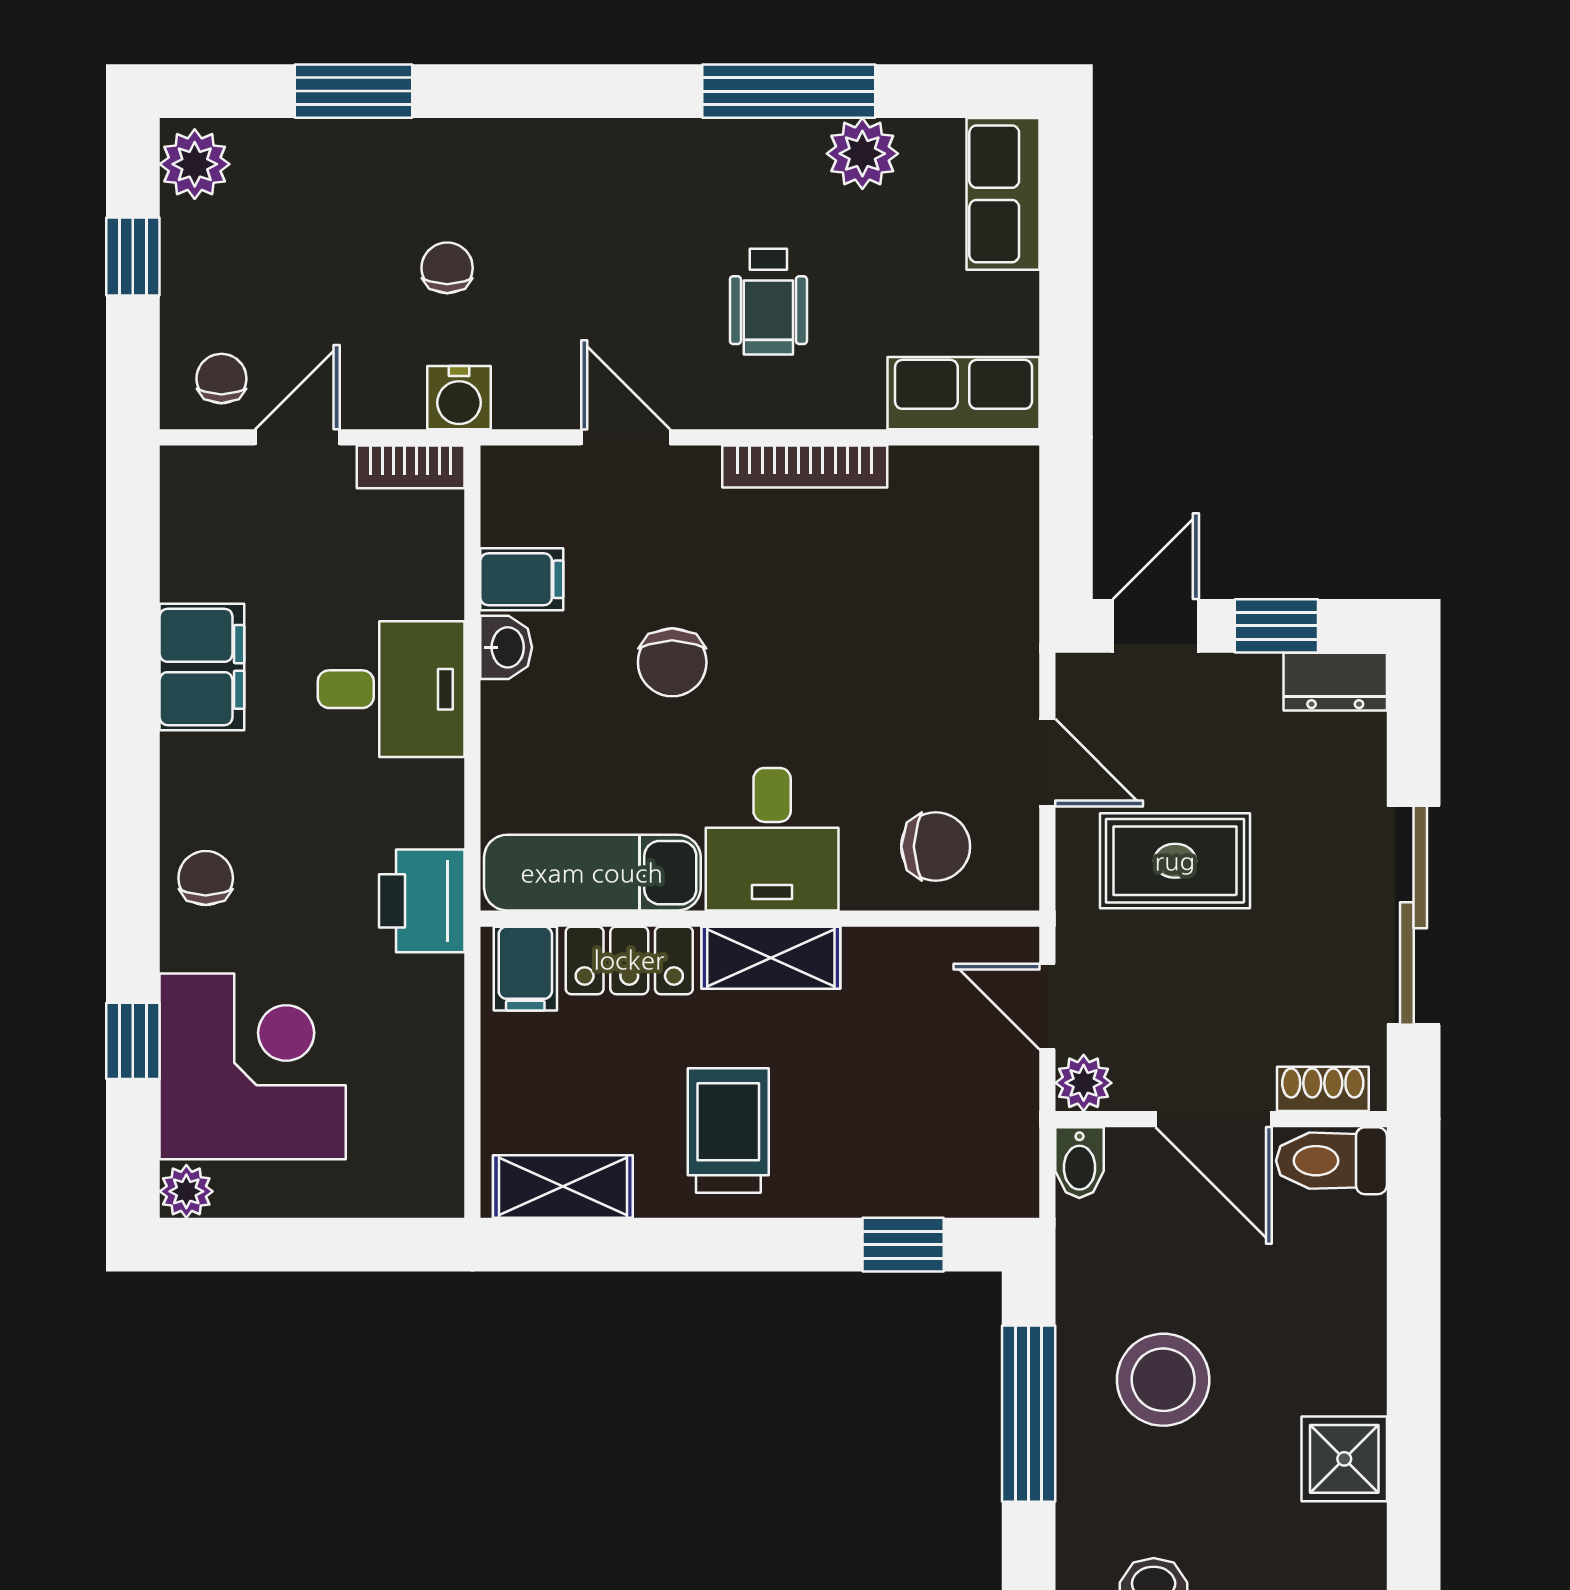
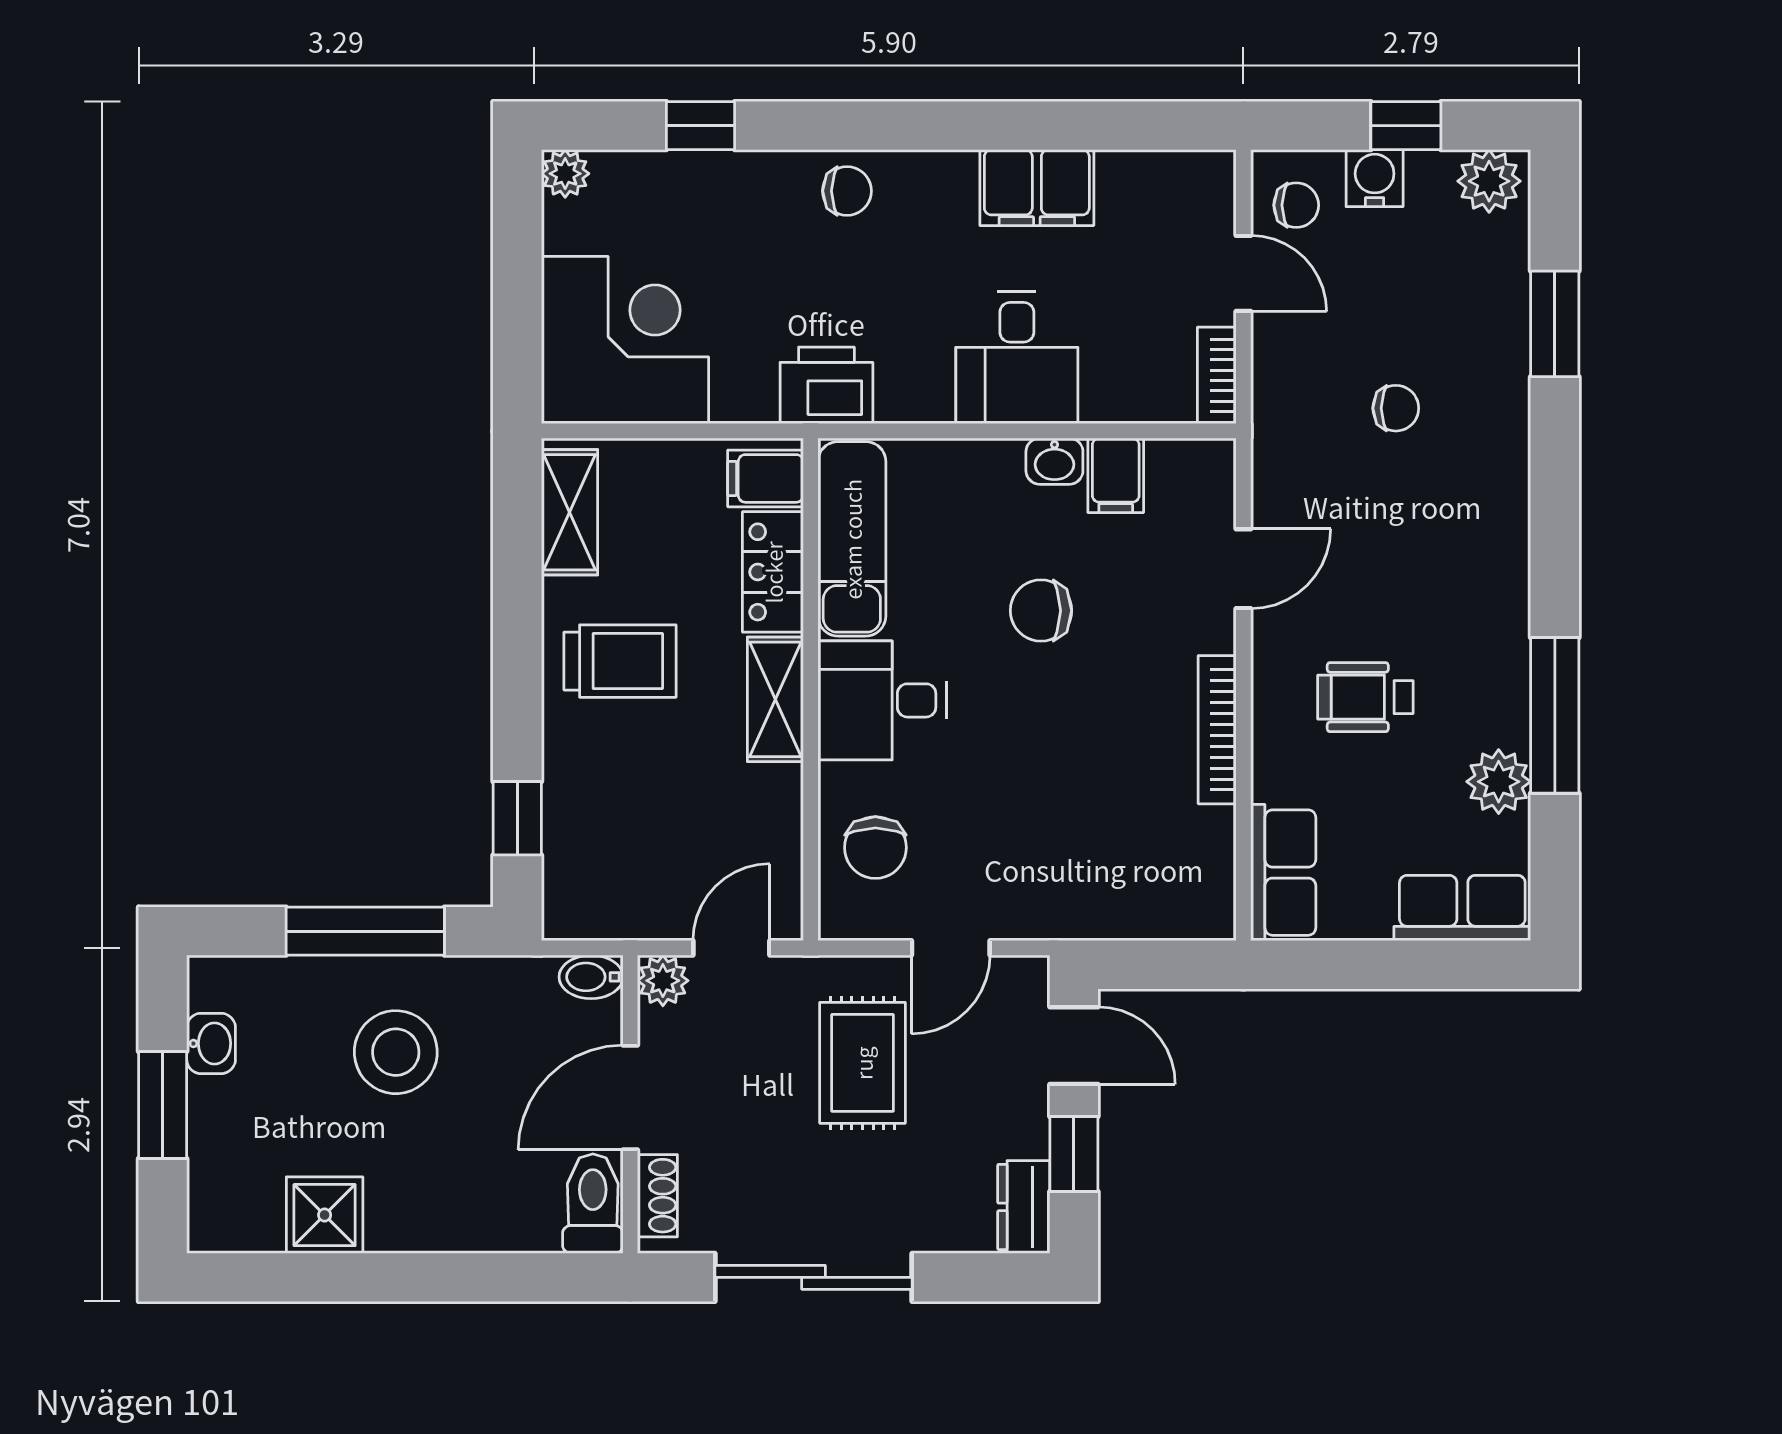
water cooler: (459, 398) -> (1375, 178), moved, turned 90
corner desk: (253, 1066) -> (625, 340), moved, turned -90

